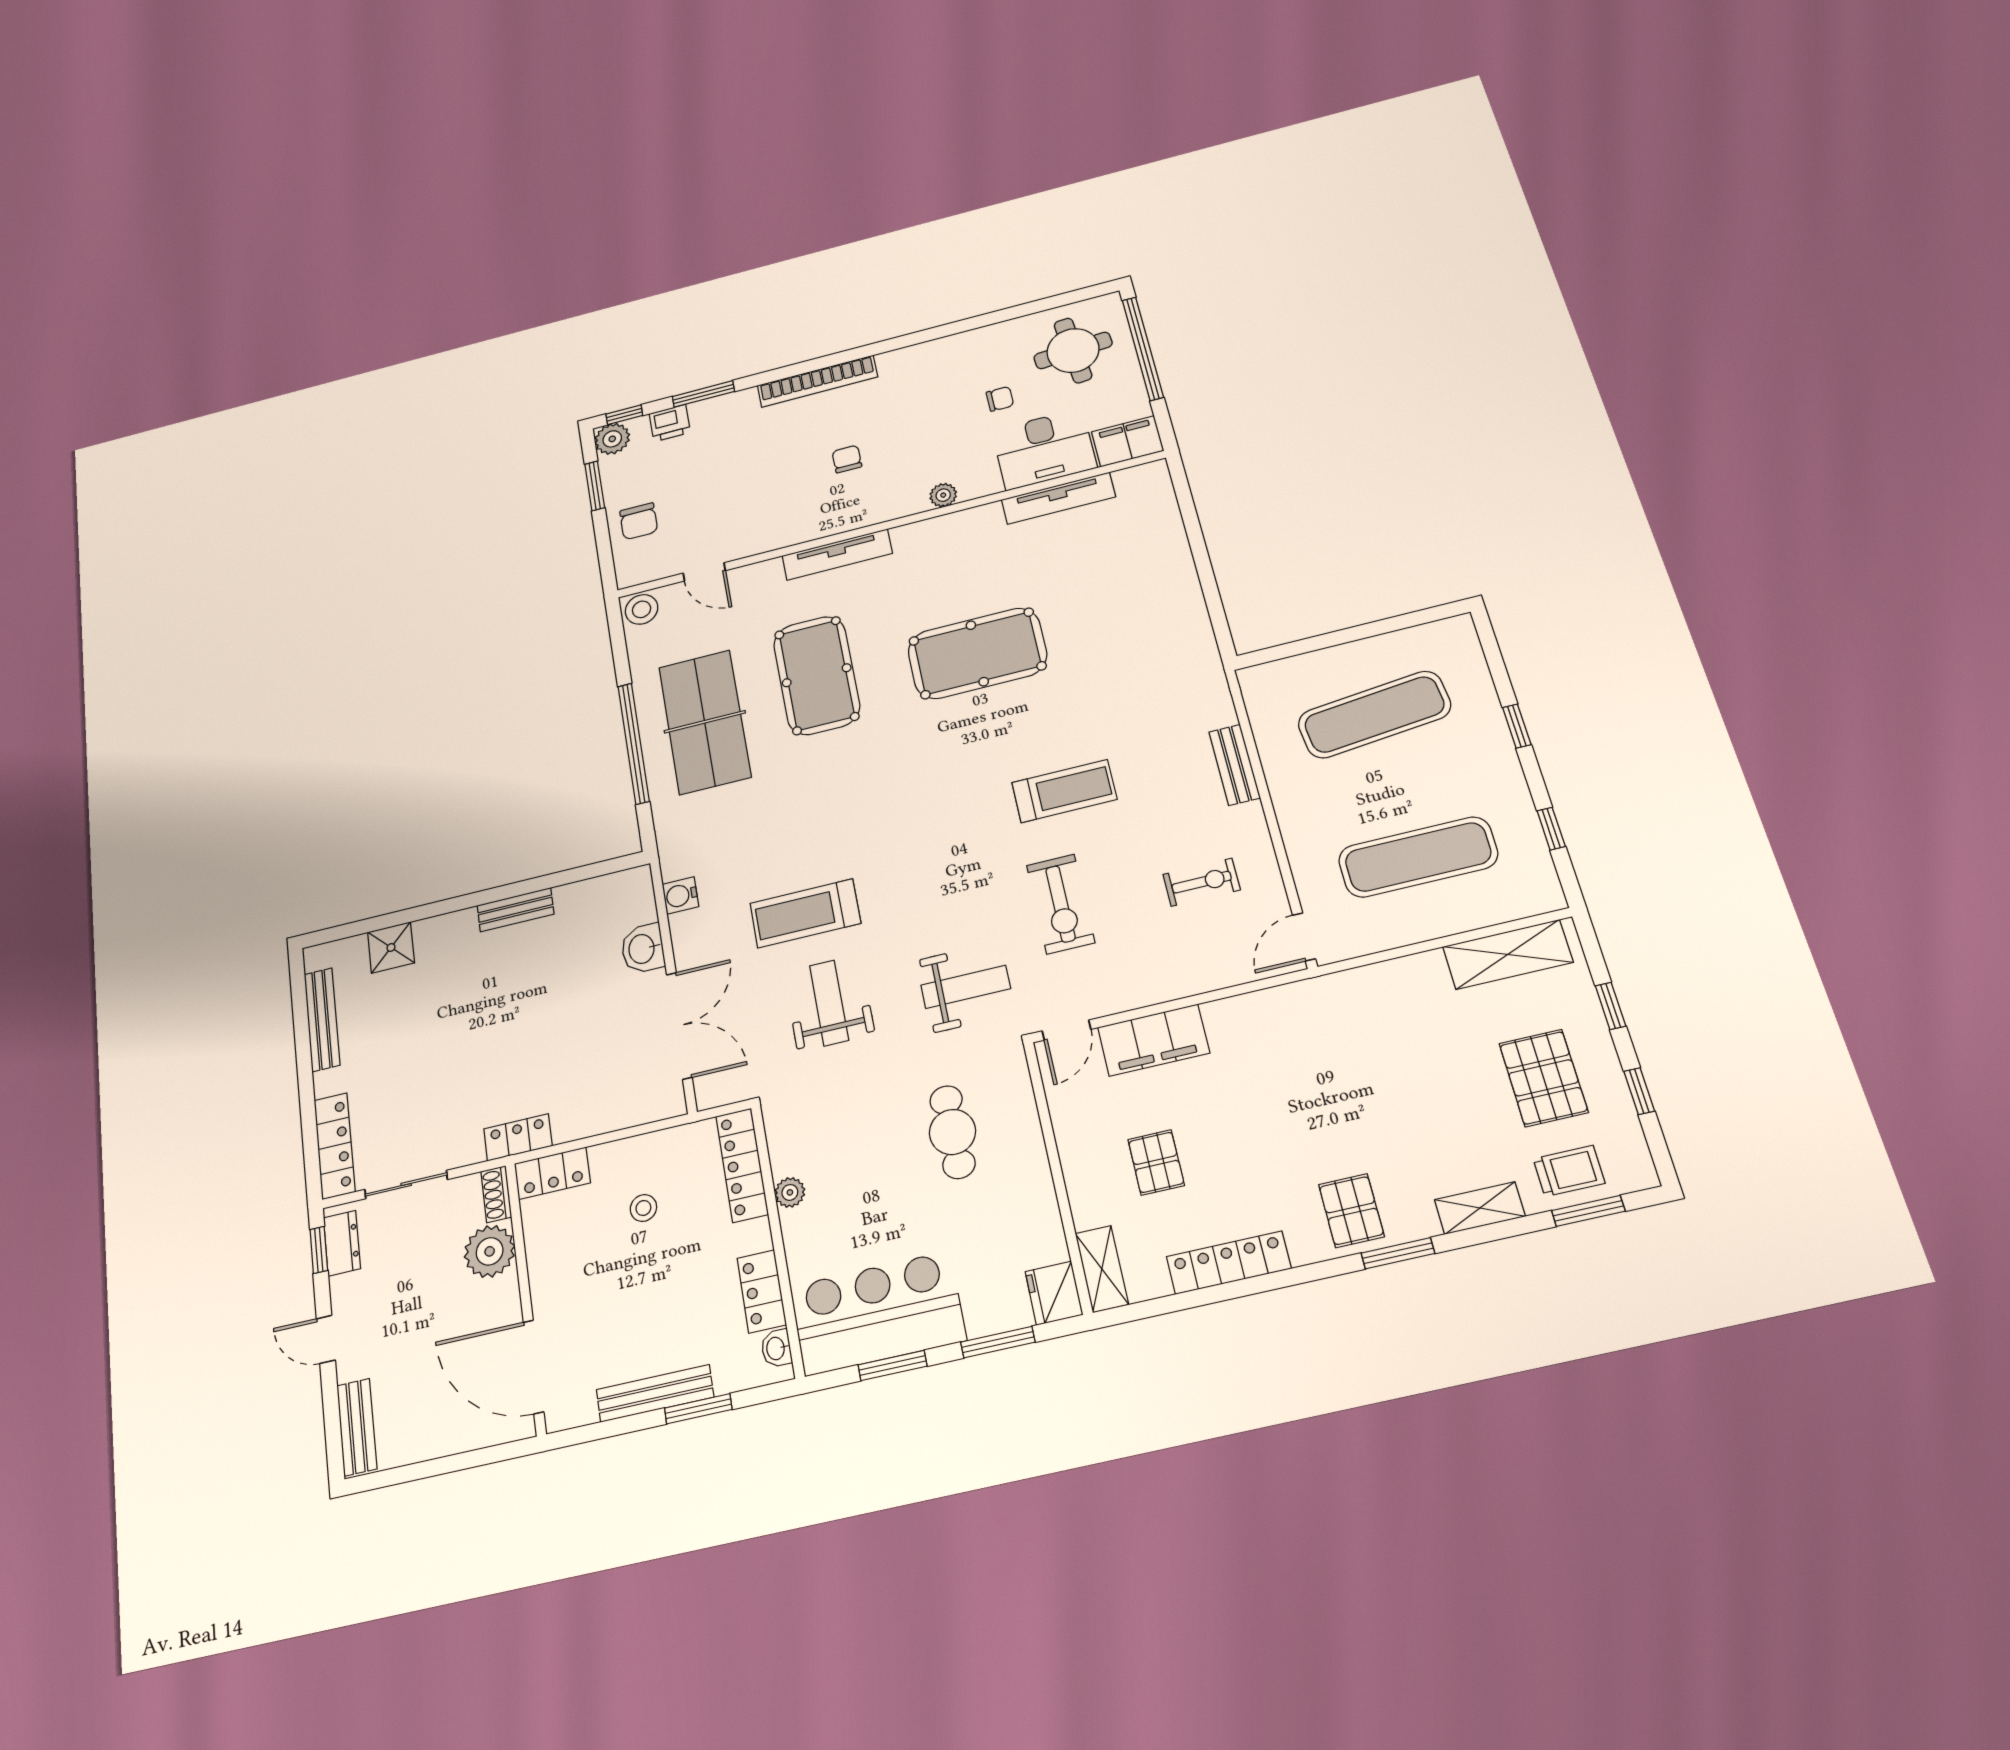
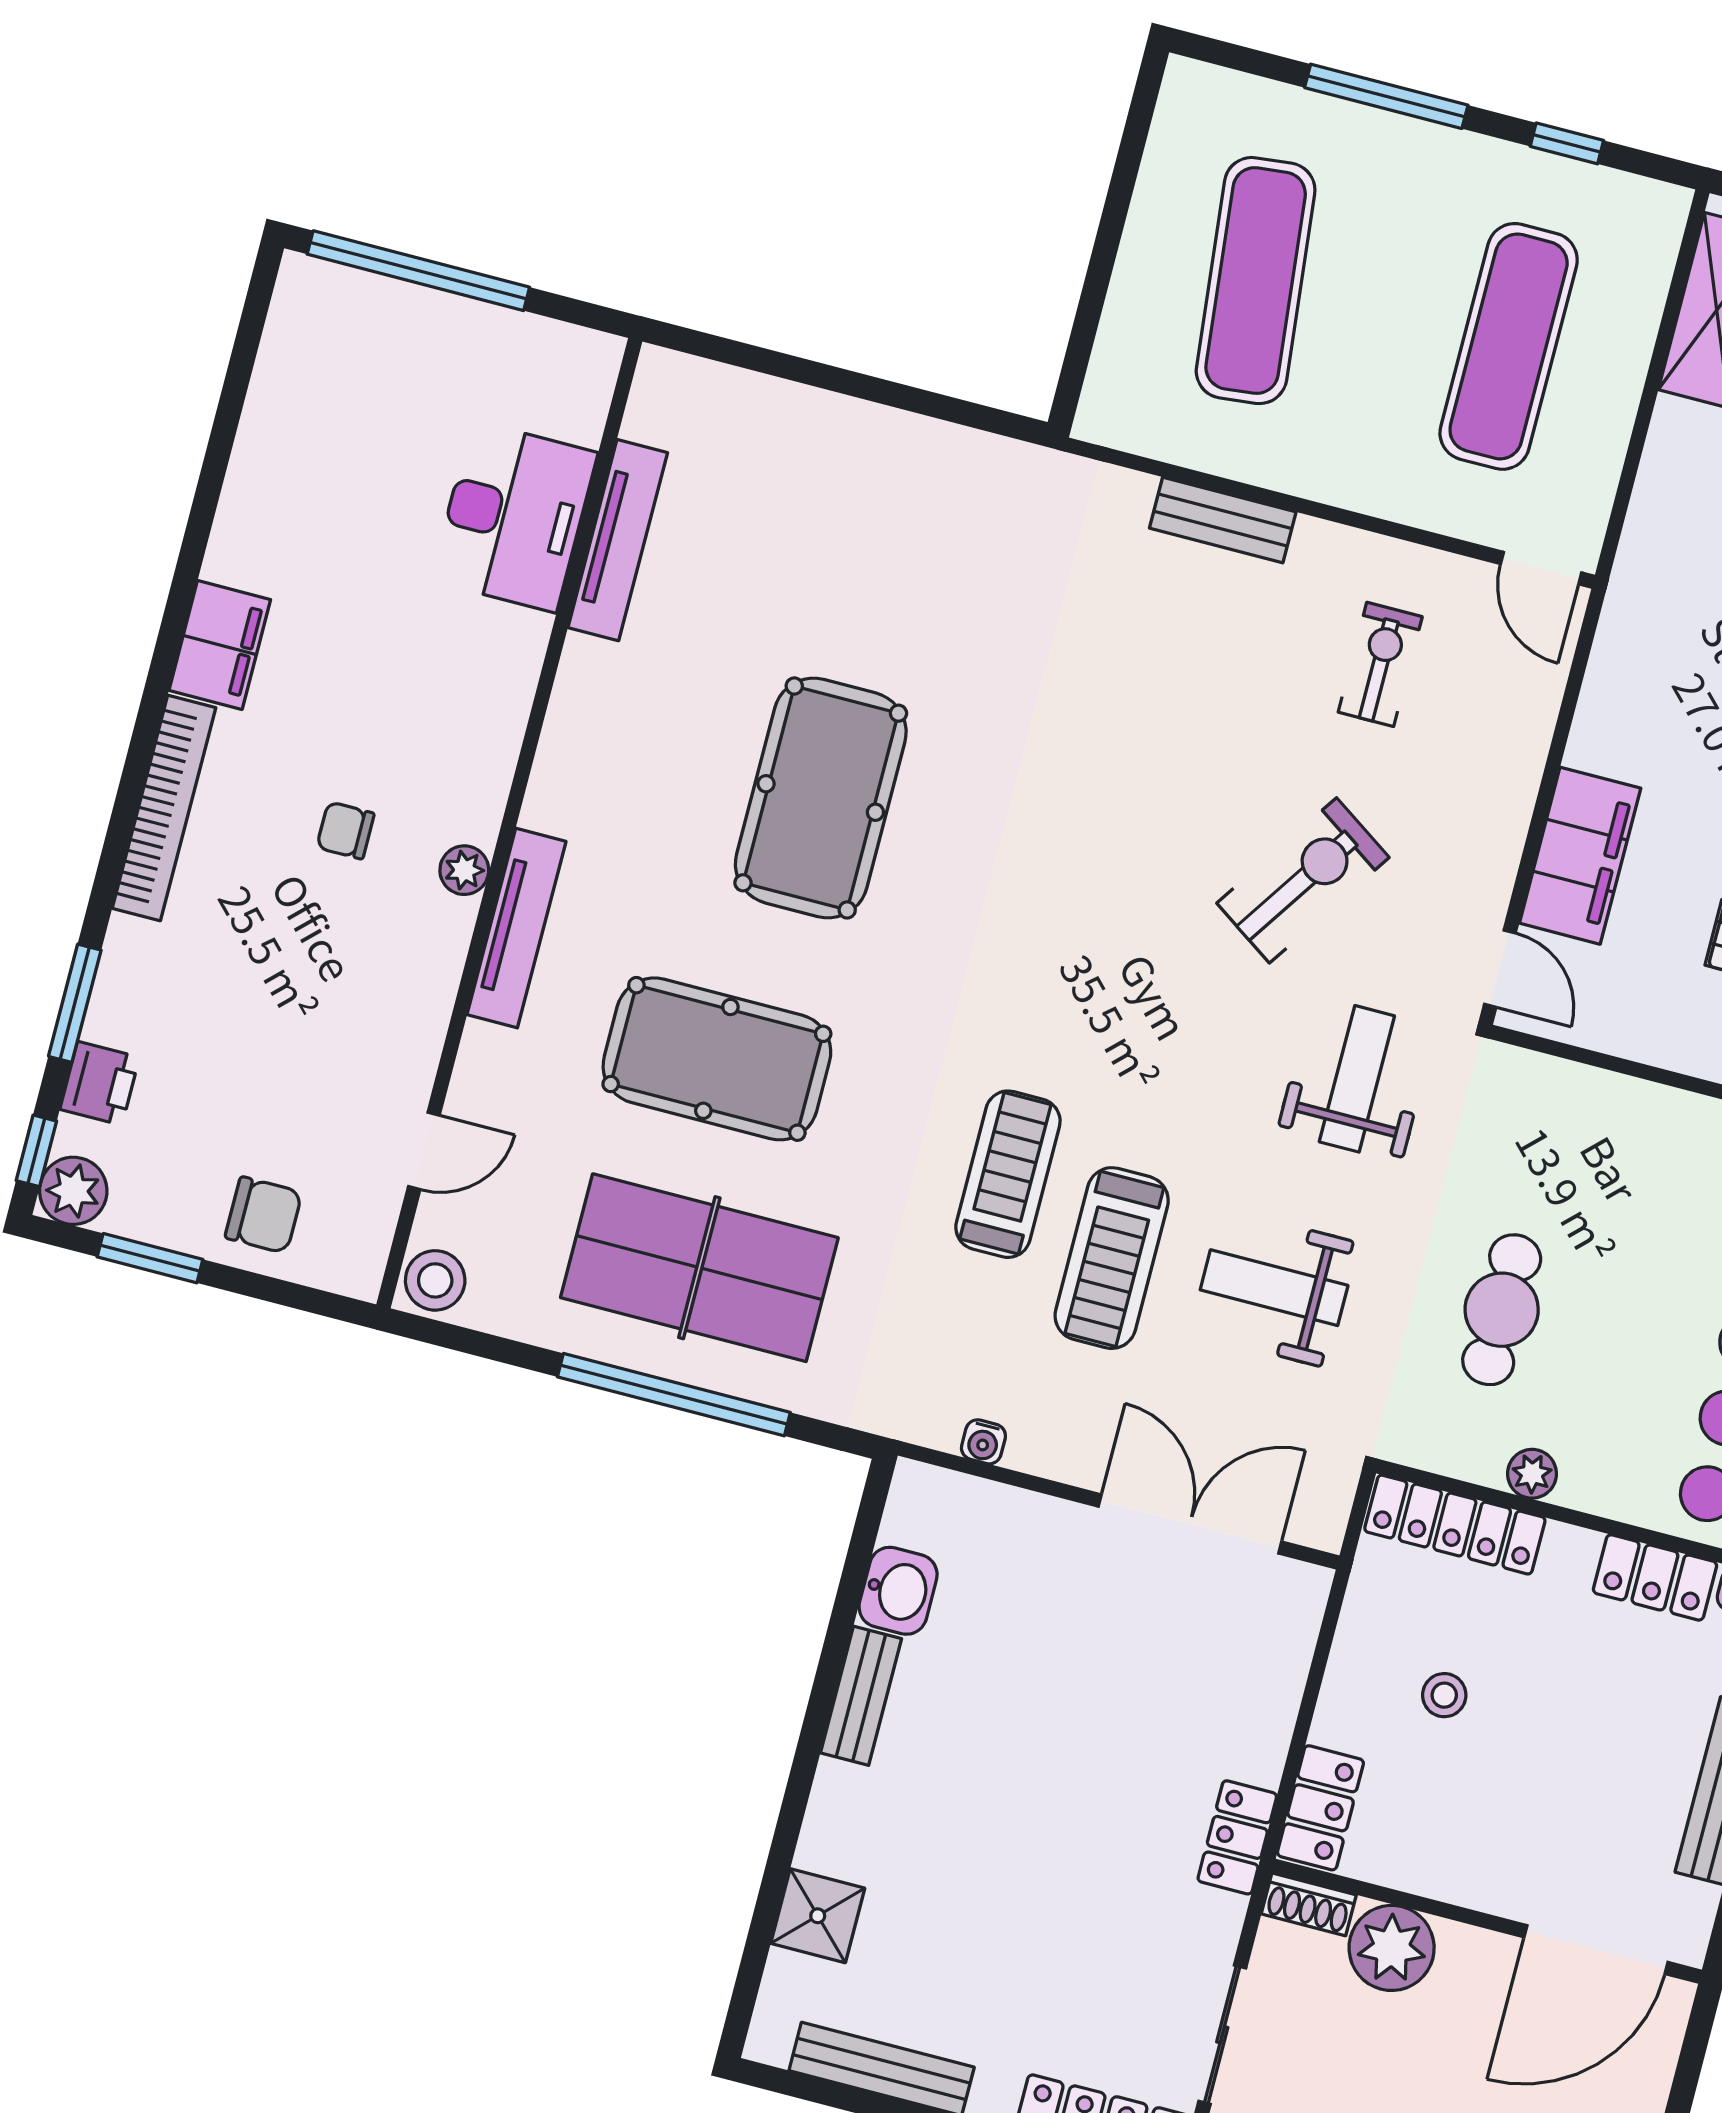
round table: (1073, 350) -> (355, 379), removed
chair: (1000, 399) -> (378, 537), removed
filing cabinet: (1128, 441) -> (220, 645), moved, turned 180
plant: (943, 495) -> (464, 870), moved
window: (1517, 726) -> (1386, 96), width x2.17
treadmill: (1064, 791) -> (1008, 1174), moved
water cooler: (680, 895) -> (983, 1442), width x0.72, depth x0.72
exercise bike: (1061, 904) -> (1303, 880), turned -56
washbasin: (643, 949) -> (898, 1591), moved, turned -90
cafe table: (952, 1132) -> (1502, 1310), moved, turned 90

